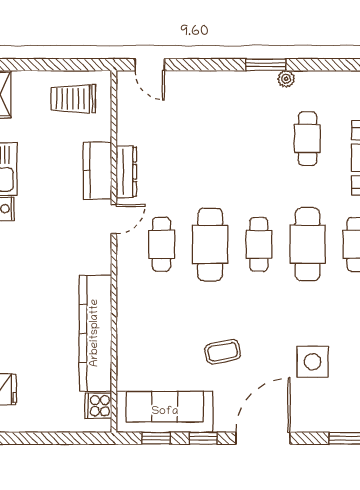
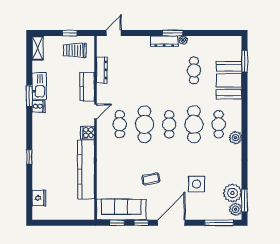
window: (63, 65) -> (70, 33), added
door: (150, 65) -> (114, 33), swing flipped
dresser: (249, 81) -> (164, 41), added
dresser: (126, 172) -> (102, 70), moved
cooker: (98, 406) -> (88, 133), moved

